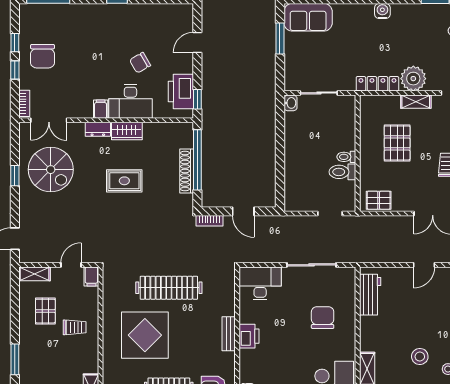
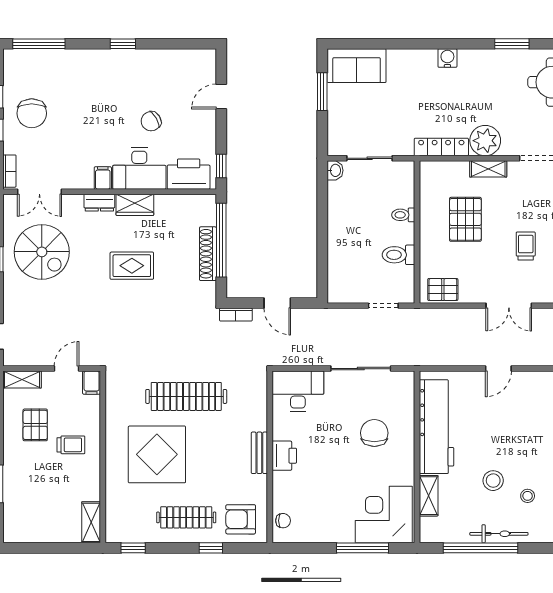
printer: (181, 91) -> (189, 174), moved, turned 90
toilet: (346, 157) -> (403, 215), moved
workbench: (370, 295) -> (437, 427), width x1.88, depth x1.32

